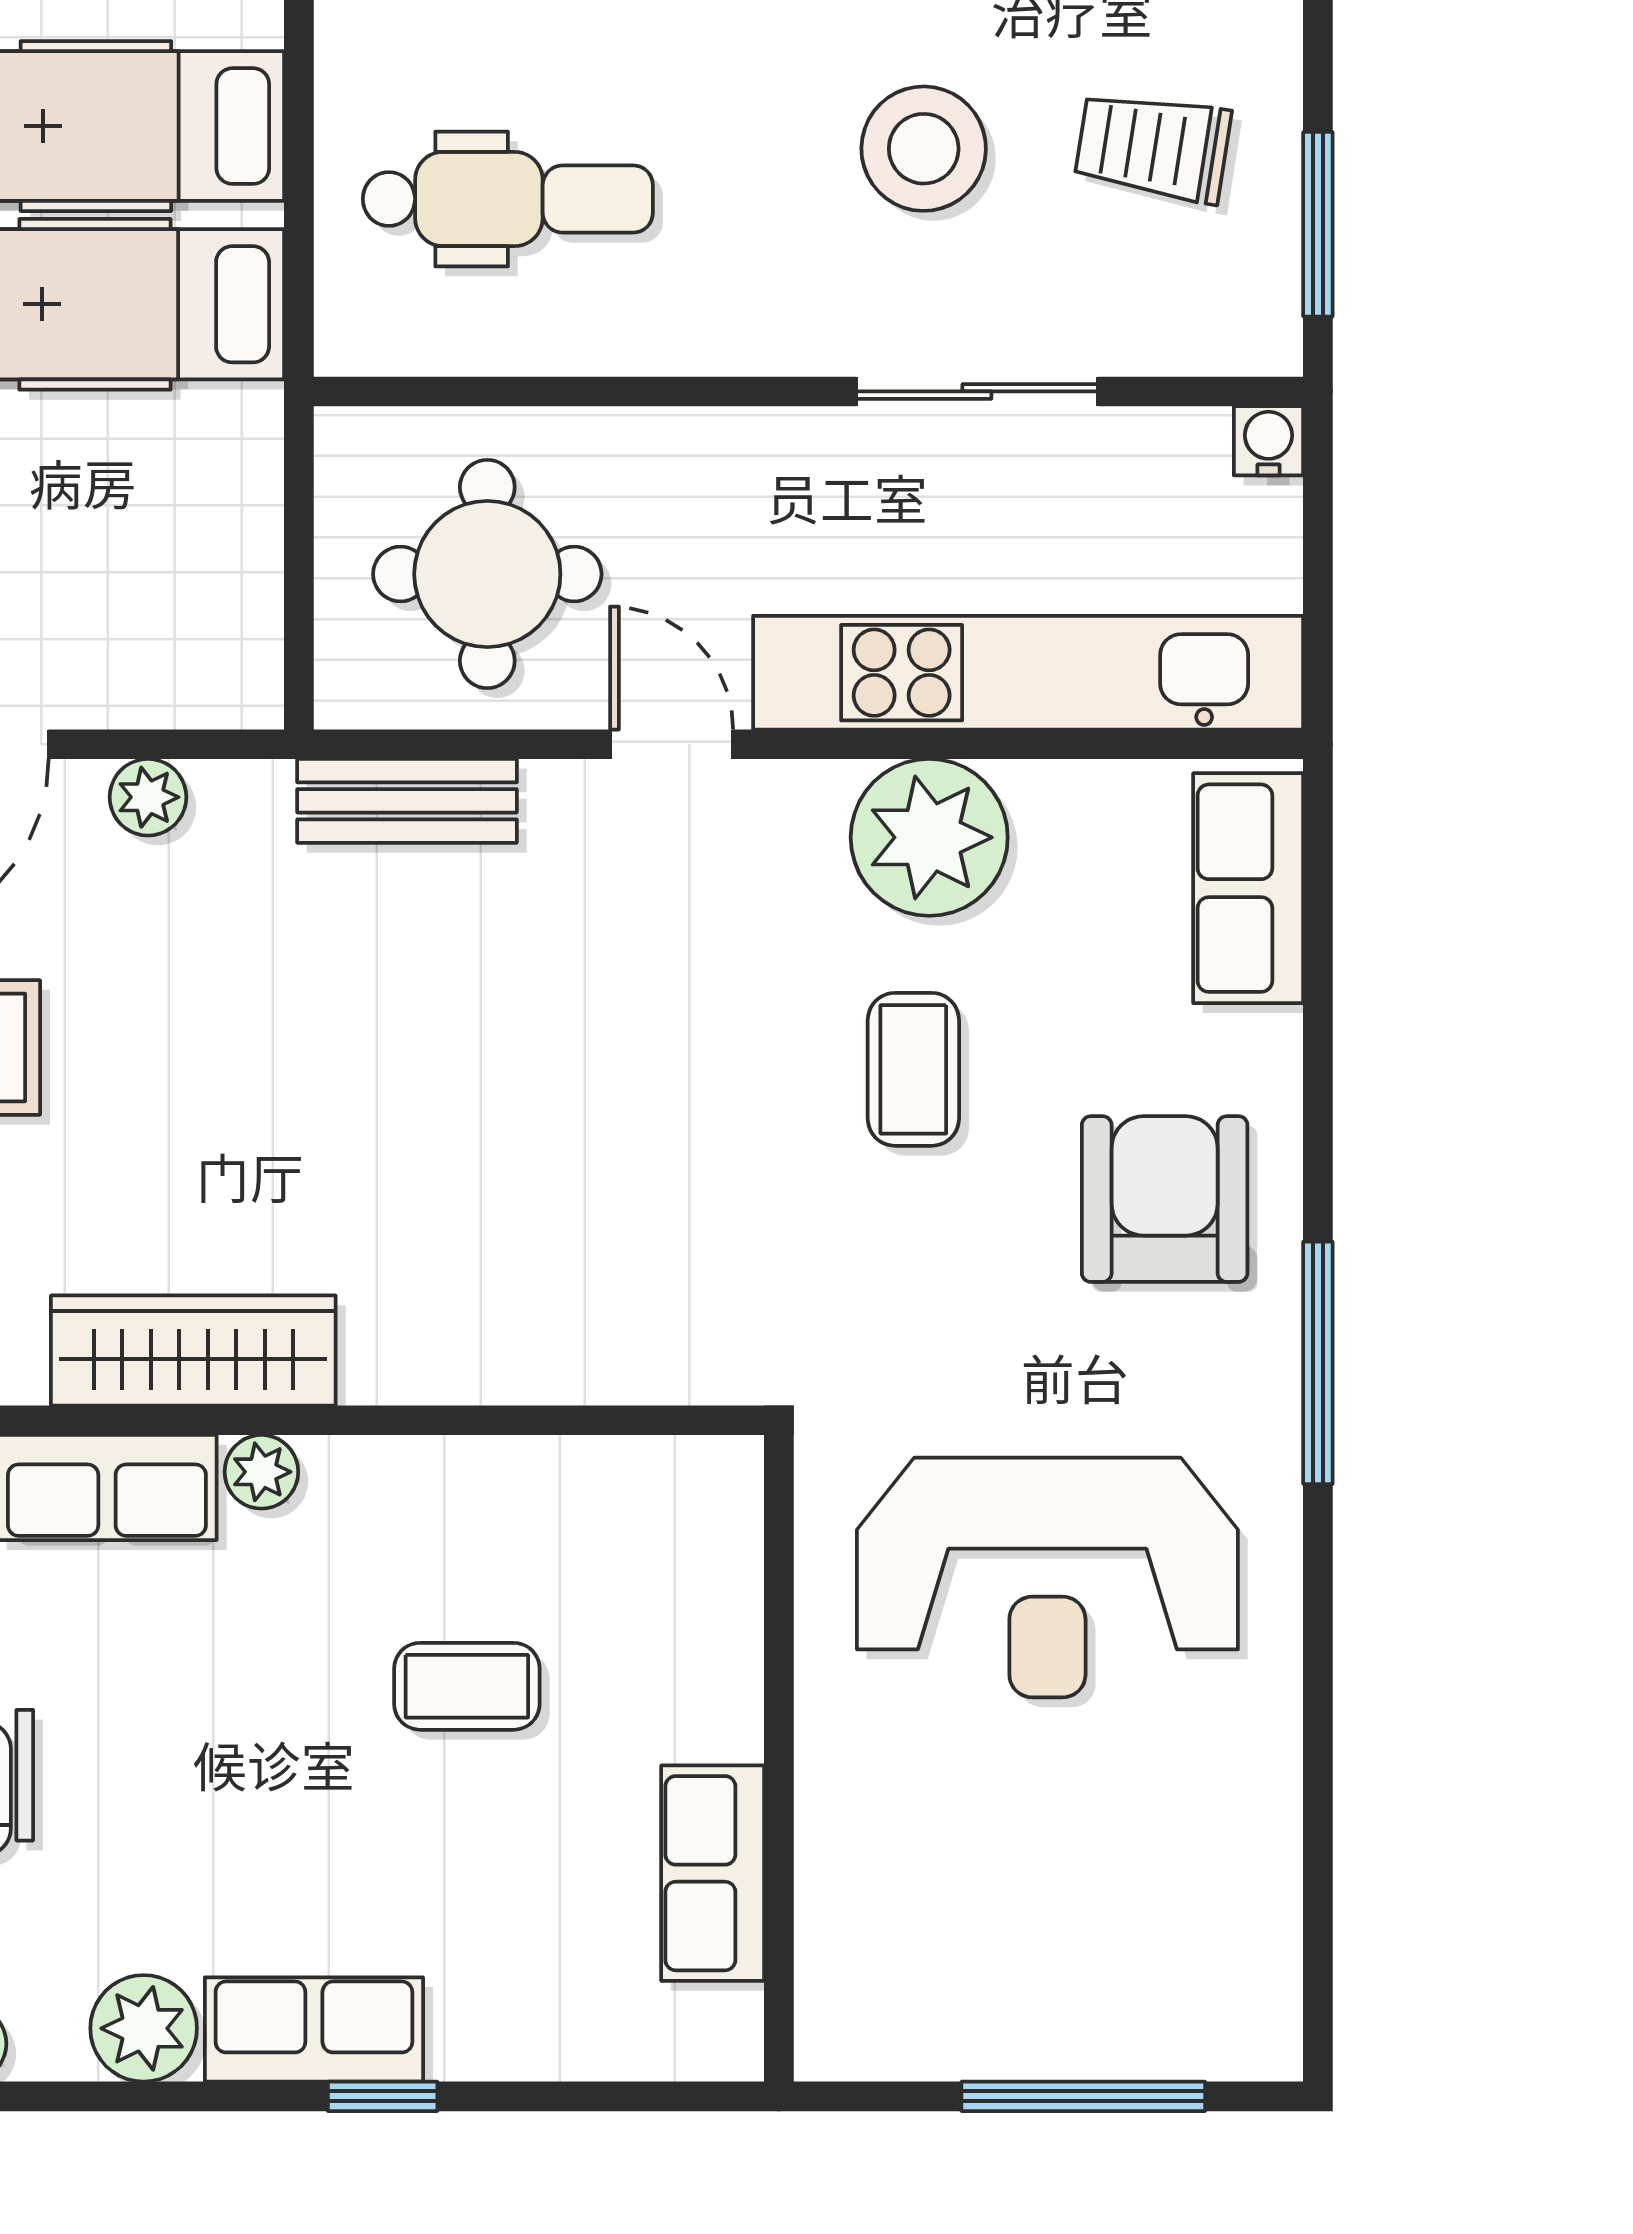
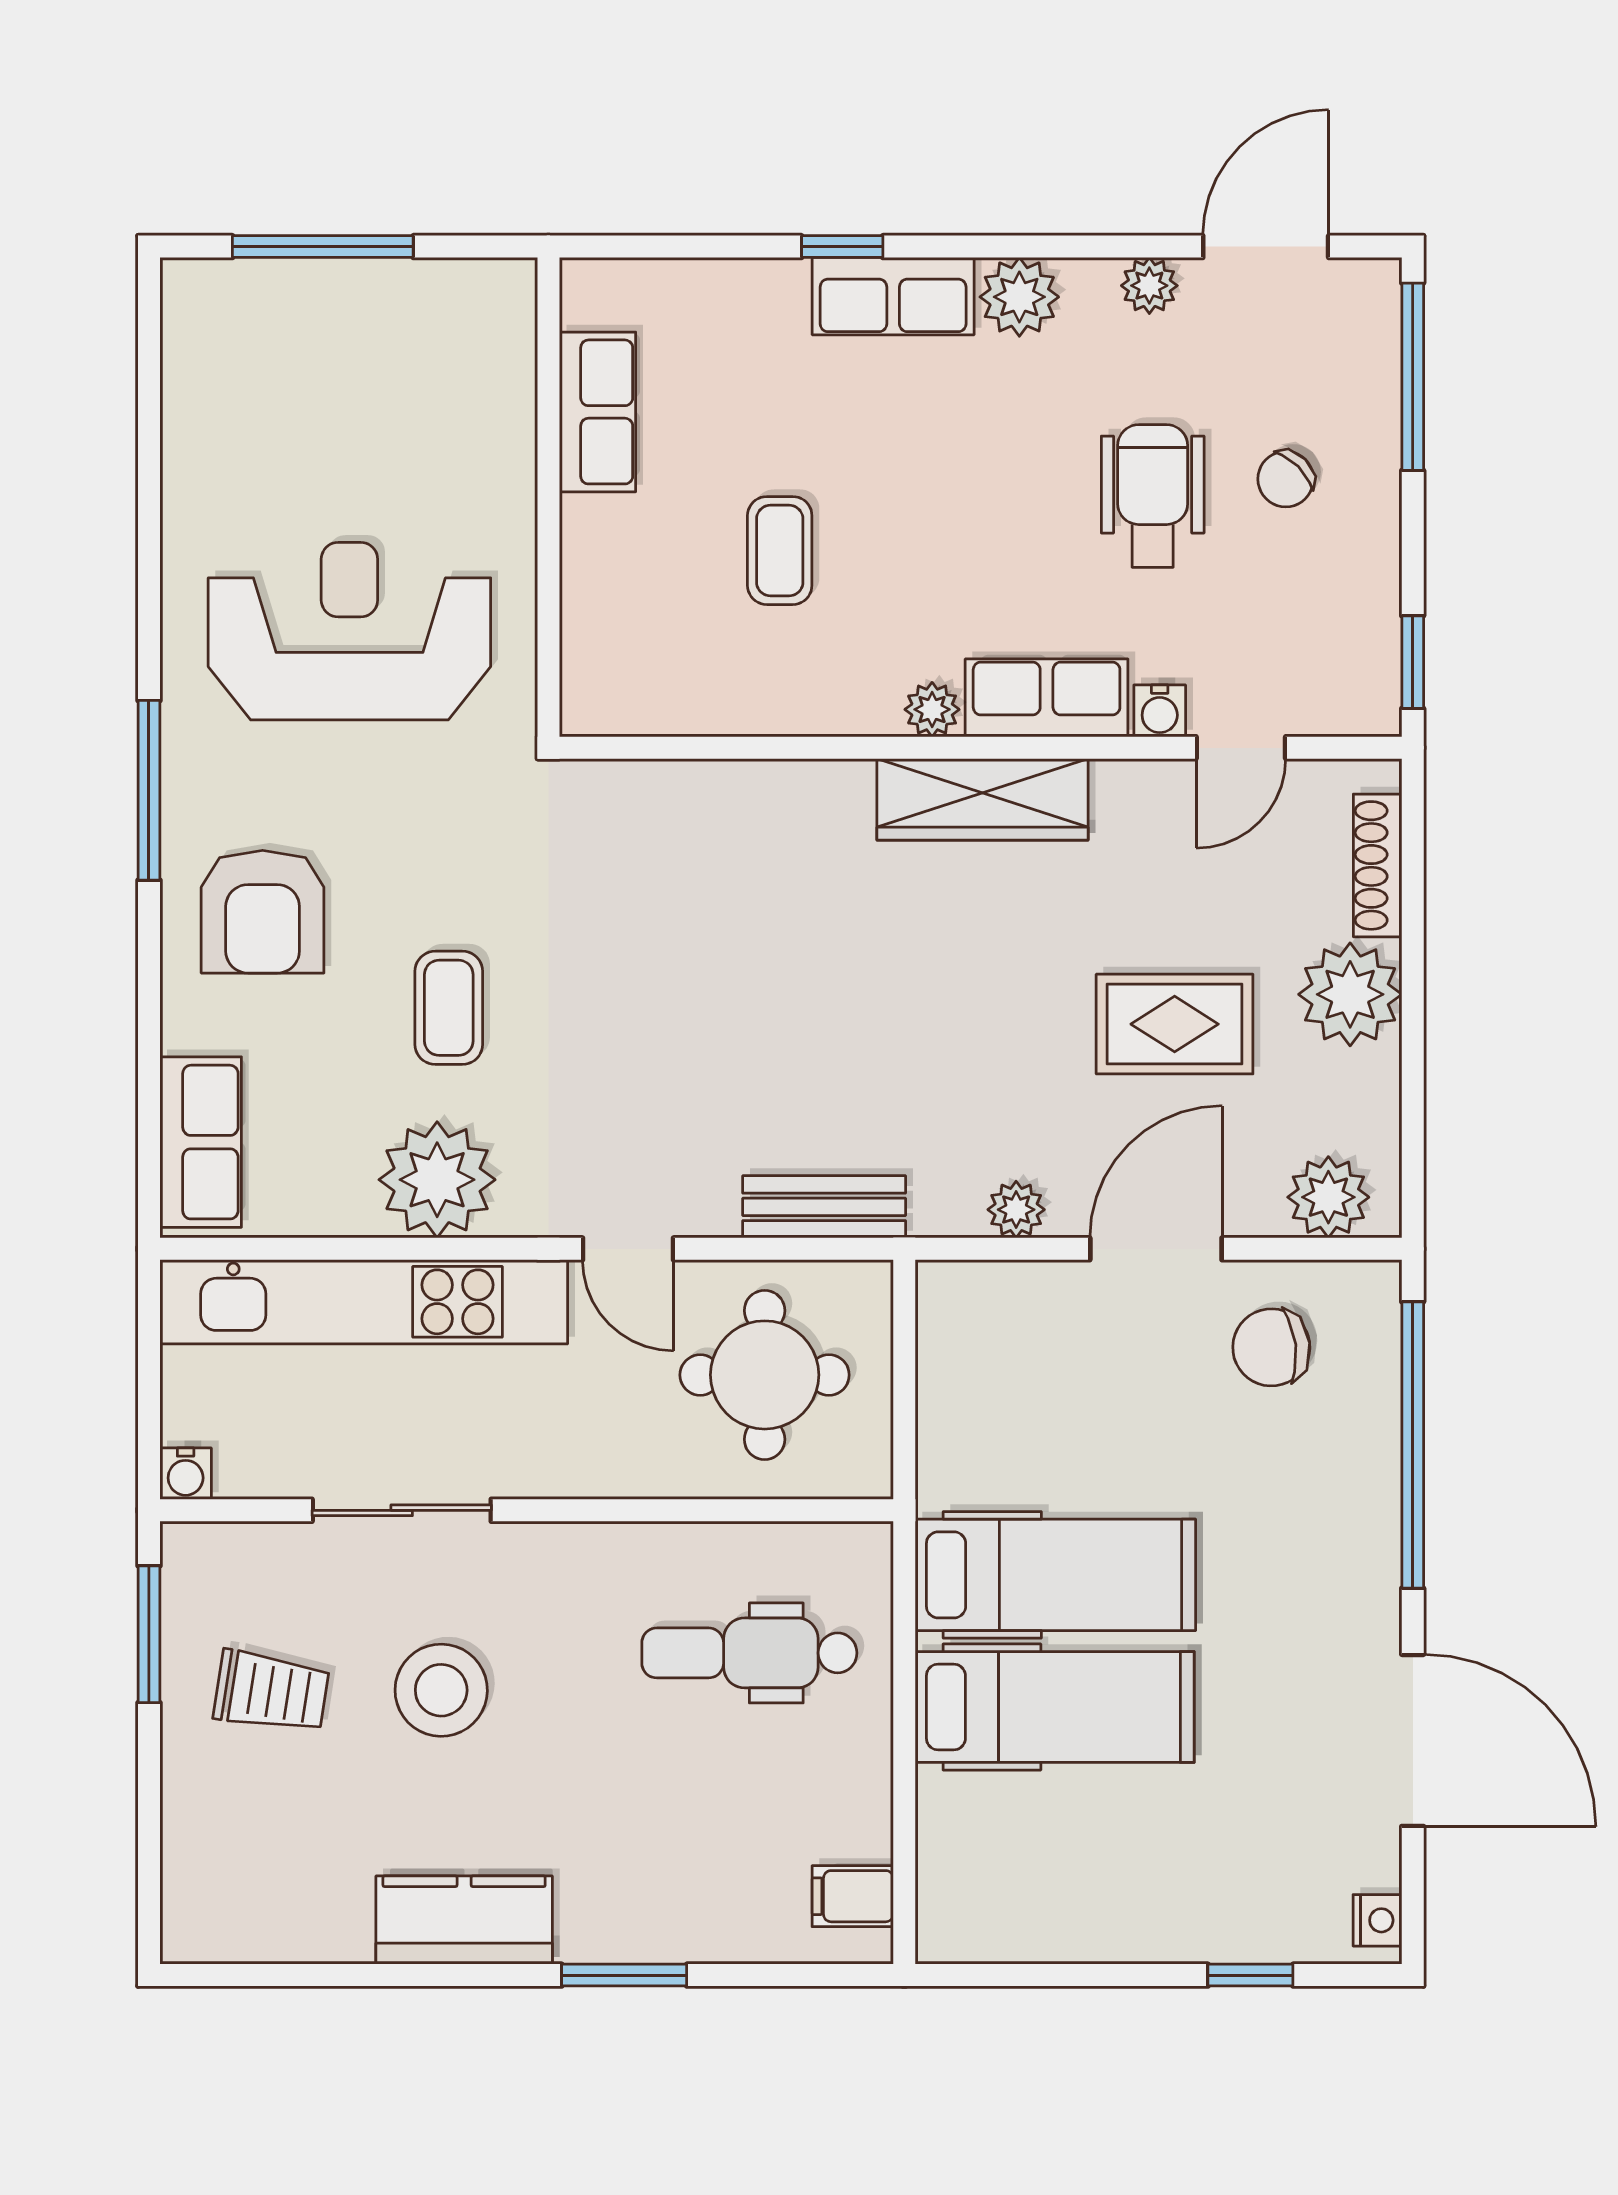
coffee table: (467, 1686) -> (780, 551), turned 90

